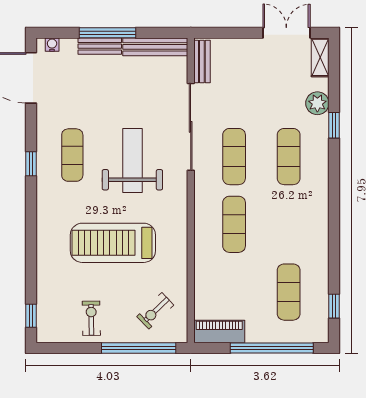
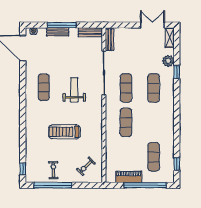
bench: (155, 47) -> (90, 32), width x0.73
weight bench: (132, 160) -> (74, 90), width x0.73, depth x0.75
window: (31, 164) -> (23, 92), removed
treadmill: (113, 243) -> (64, 132), width x0.73, depth x0.73
piano: (219, 332) -> (129, 177), moved
window: (139, 348) -> (53, 185), moved

